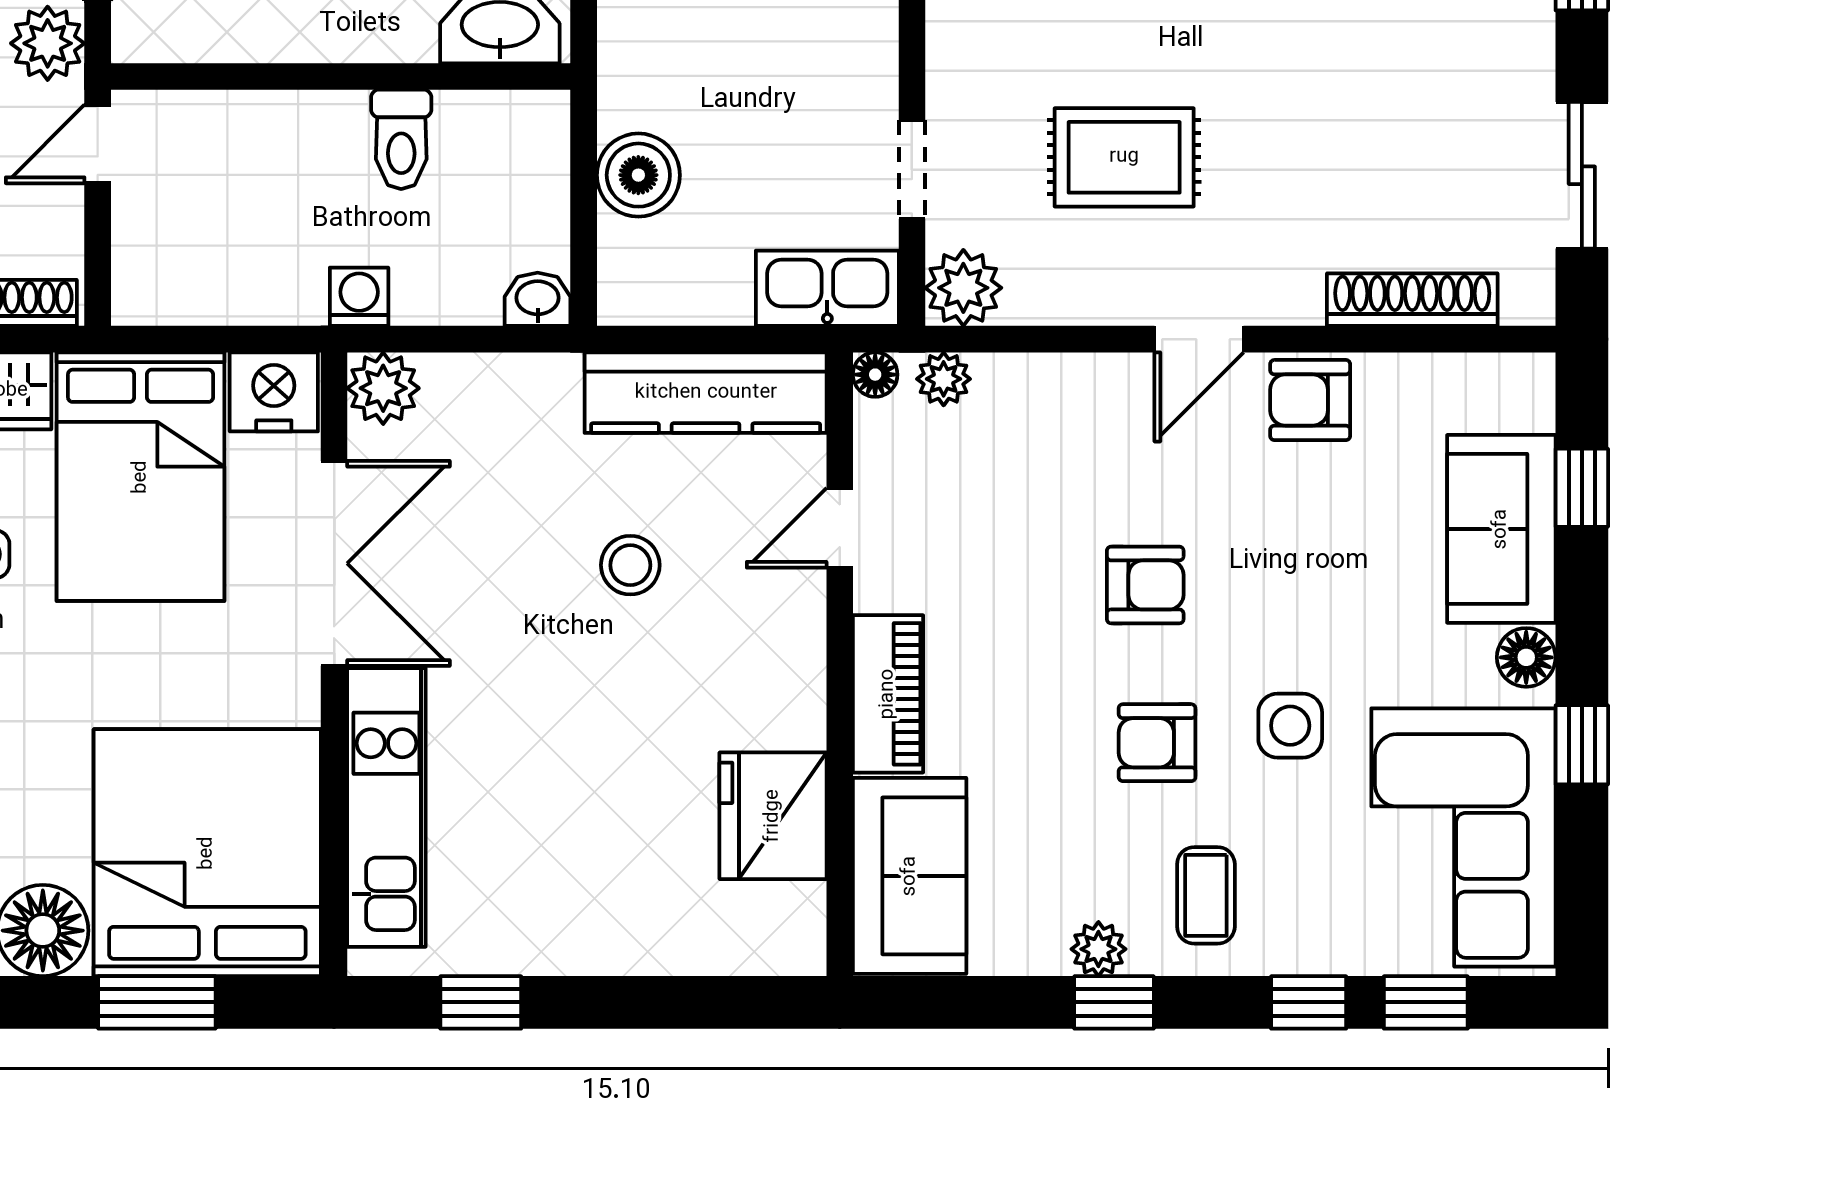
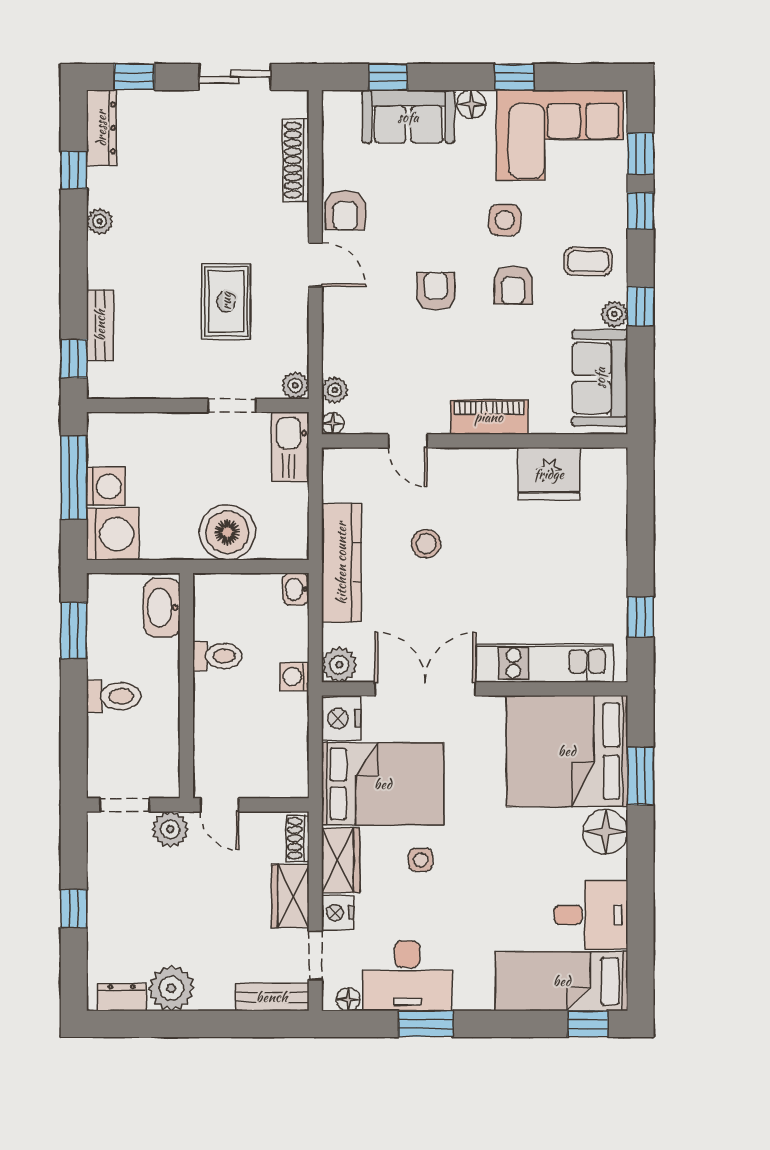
boiler: (638, 175) -> (227, 532), width x1.37, depth x1.37
plant: (963, 288) -> (295, 385), width x0.73, depth x0.73
kitchen counter: (706, 393) -> (341, 563), moved
sofa: (910, 876) -> (600, 378), moved, turned -90

